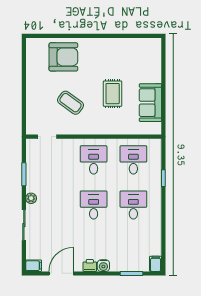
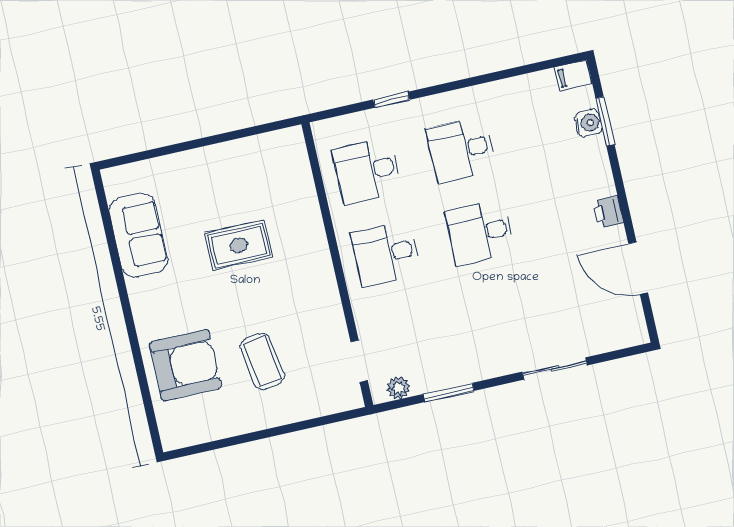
armchair: (63, 57) -> (185, 365), turned 90
coffee table: (70, 103) -> (262, 361), moved, turned -45
sofa: (150, 103) -> (138, 235), moved, turned -90
plant: (31, 198) -> (398, 388), moved
filing cabinet: (34, 266) -> (635, 329), removed
water cooler: (103, 266) -> (588, 123), moved

